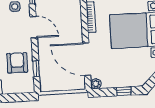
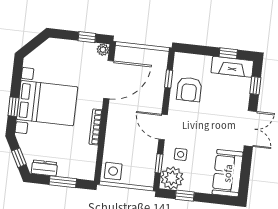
door: (87, 59) -> (109, 80), hinge flipped
window: (124, 91) -> (87, 37), moved

